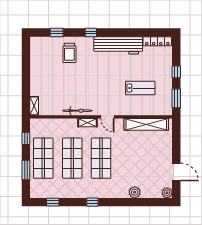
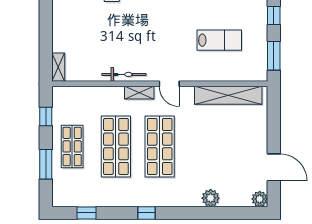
shop shelf: (43, 158) -> (72, 146), width x0.70, depth x0.74

